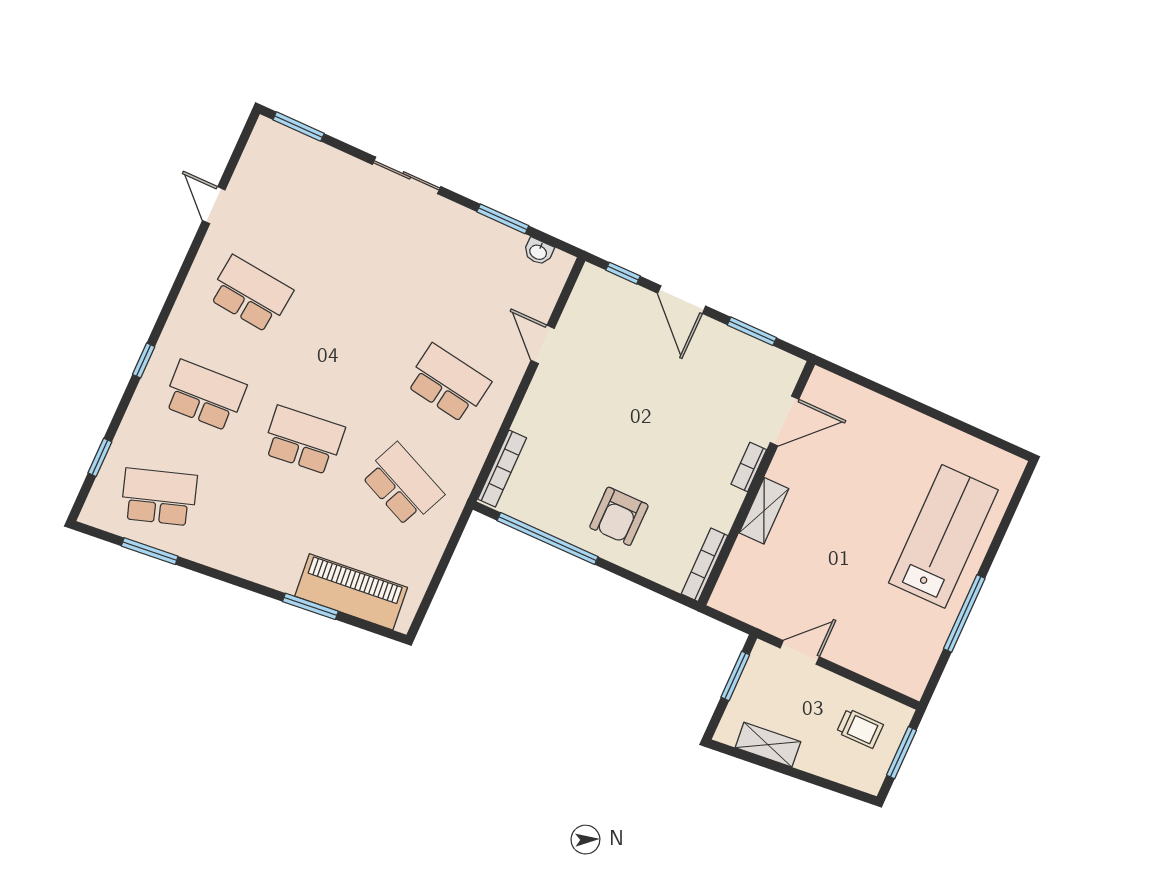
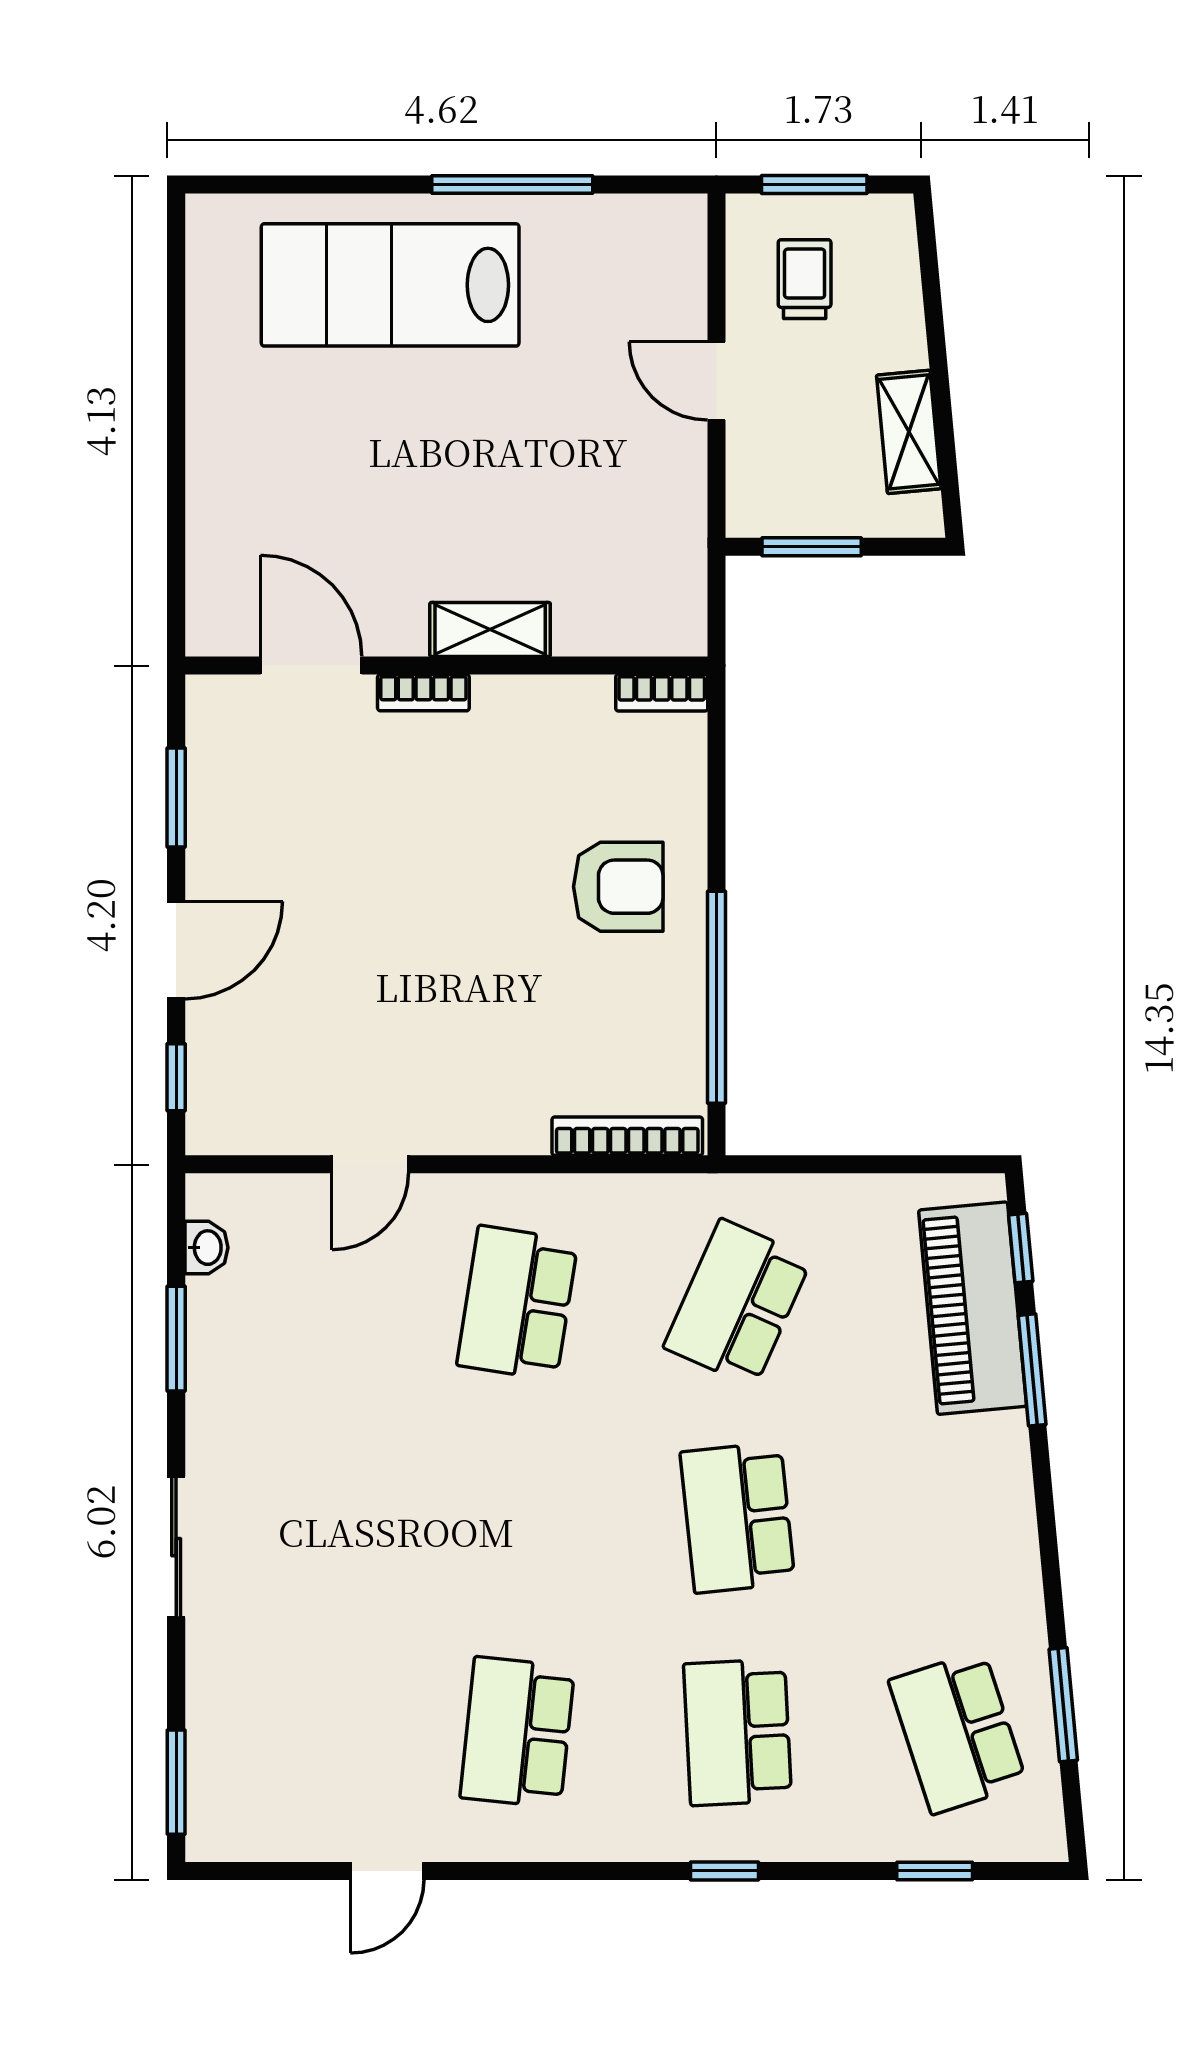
bookcase: (705, 565) -> (662, 693), width x0.64
window: (369, 626) -> (1021, 1248), added
door: (800, 652) -> (717, 381), moved

